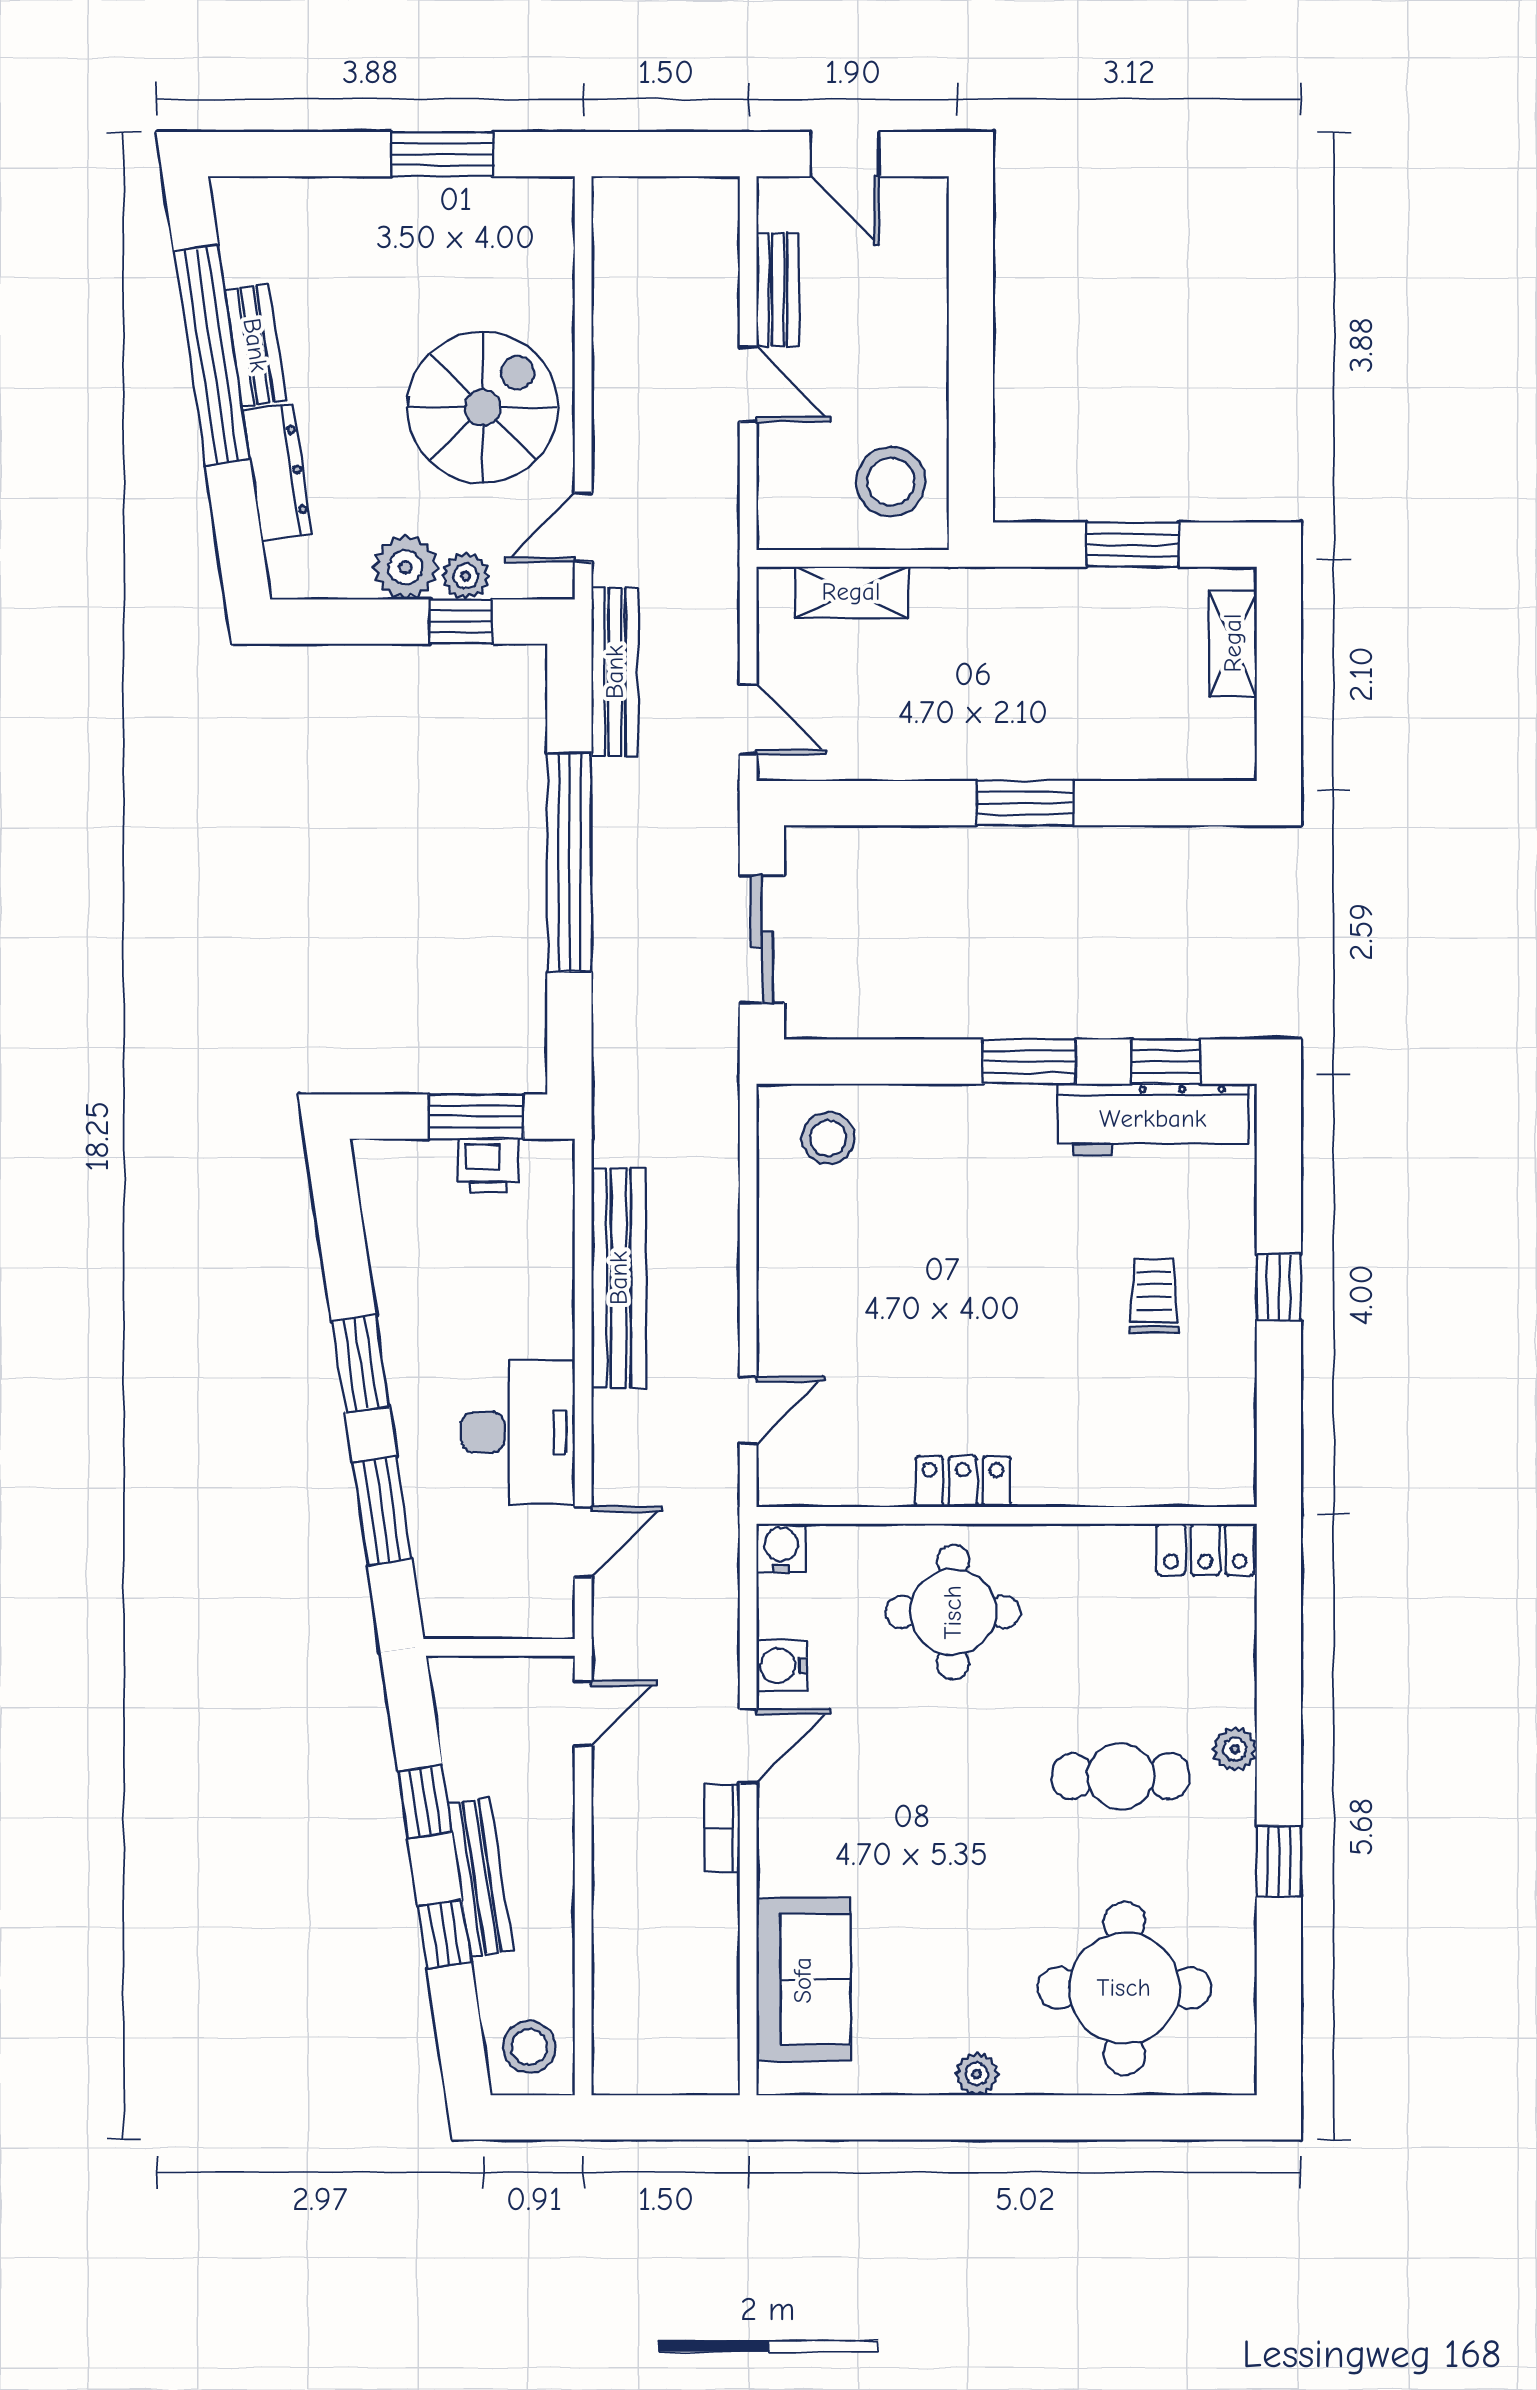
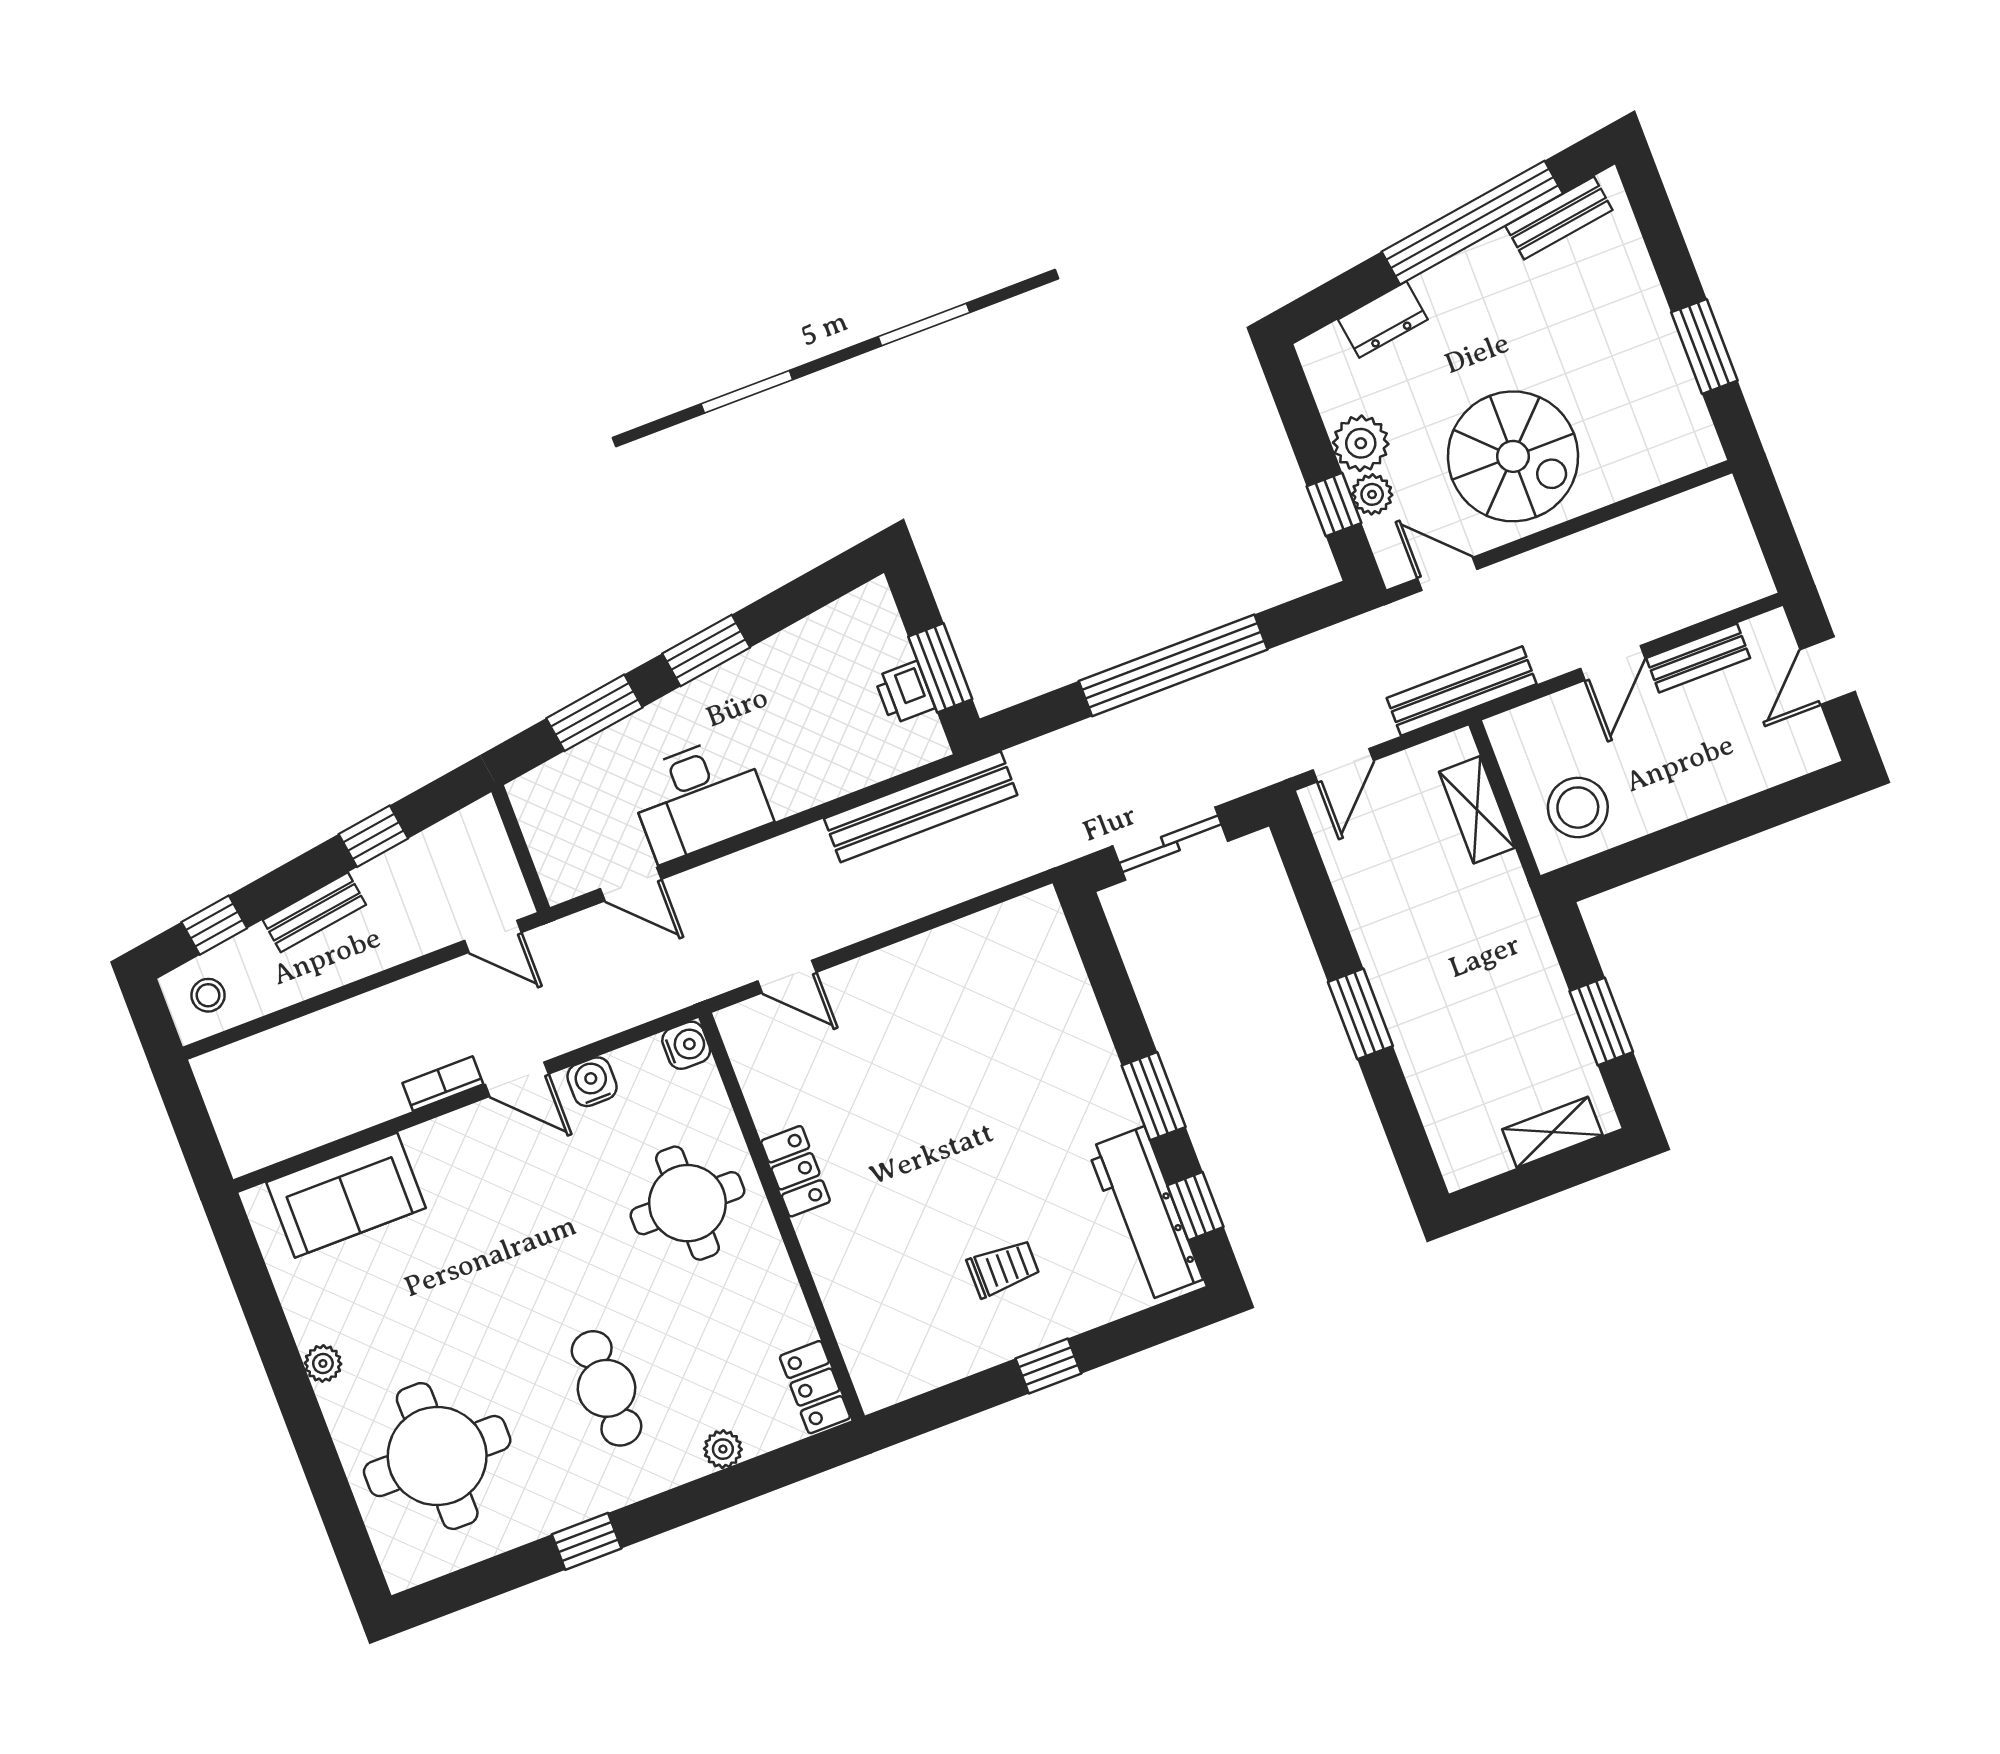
bench: (255, 345) -> (1559, 218), moved
dresser: (277, 472) -> (1383, 319), width x0.70
bench: (615, 672) -> (1462, 691), moved
stool: (828, 1138) -> (1031, 958), removed
bench: (619, 1278) -> (921, 807), moved
plant: (1235, 1749) -> (723, 1449), moved
bench: (480, 1877) -> (314, 912), width x0.73
window: (445, 1934) -> (214, 925), moved
stool: (529, 2047) -> (208, 995), width x0.73, depth x0.73

